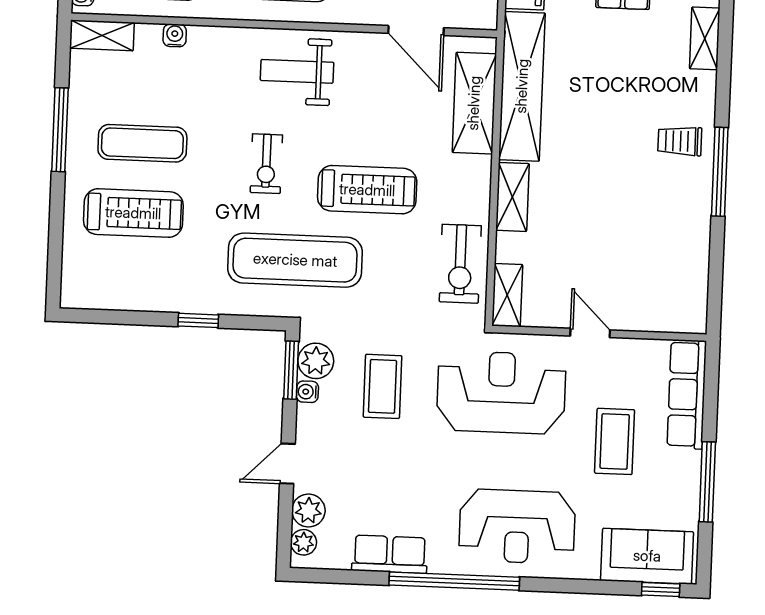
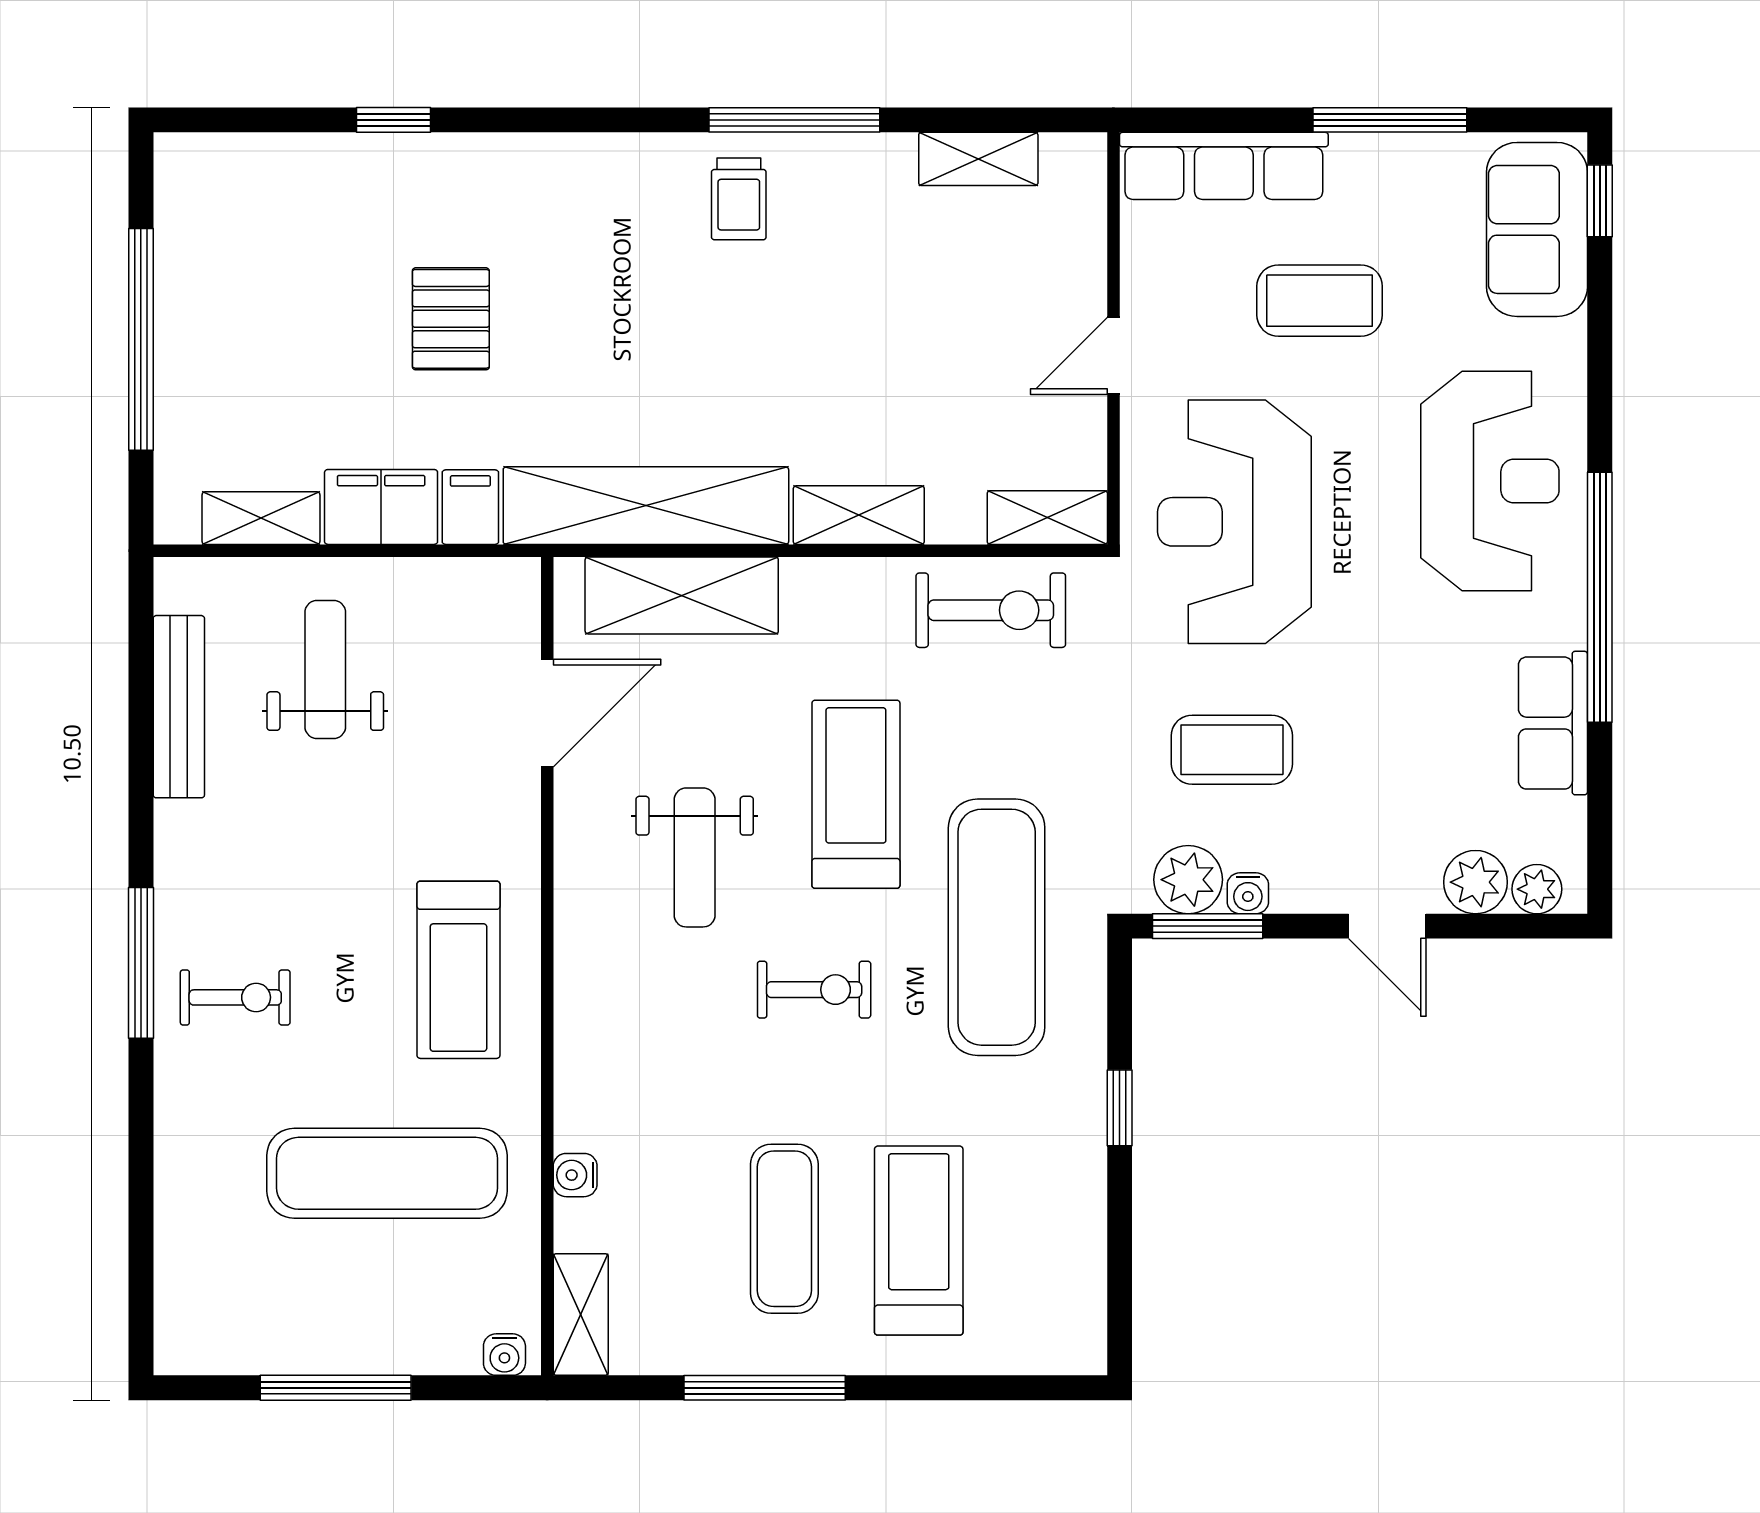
shelving: (705, 38) -> (978, 159), moved
weight bench: (297, 71) -> (695, 857), moved

